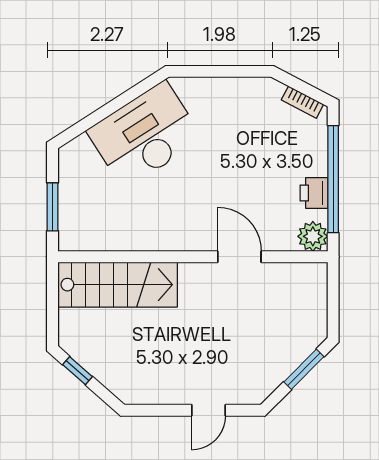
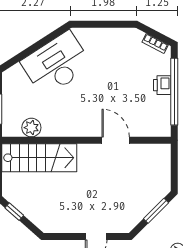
printer: (314, 193) -> (162, 85), moved
plant: (313, 236) -> (31, 128), moved

